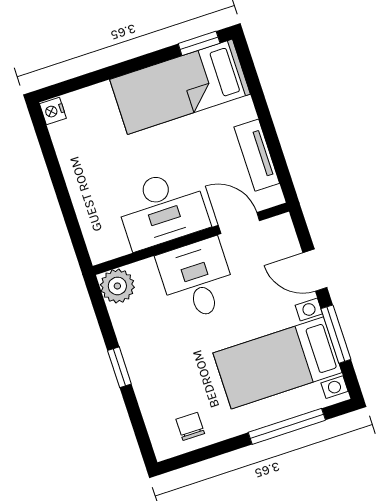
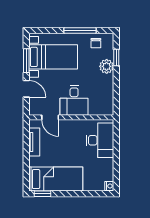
desk: (162, 209) -> (100, 140), moved, turned 90
plant: (117, 286) -> (107, 66), moved
window: (119, 367) -> (116, 58), moved
window: (287, 426) -> (80, 30), moved

